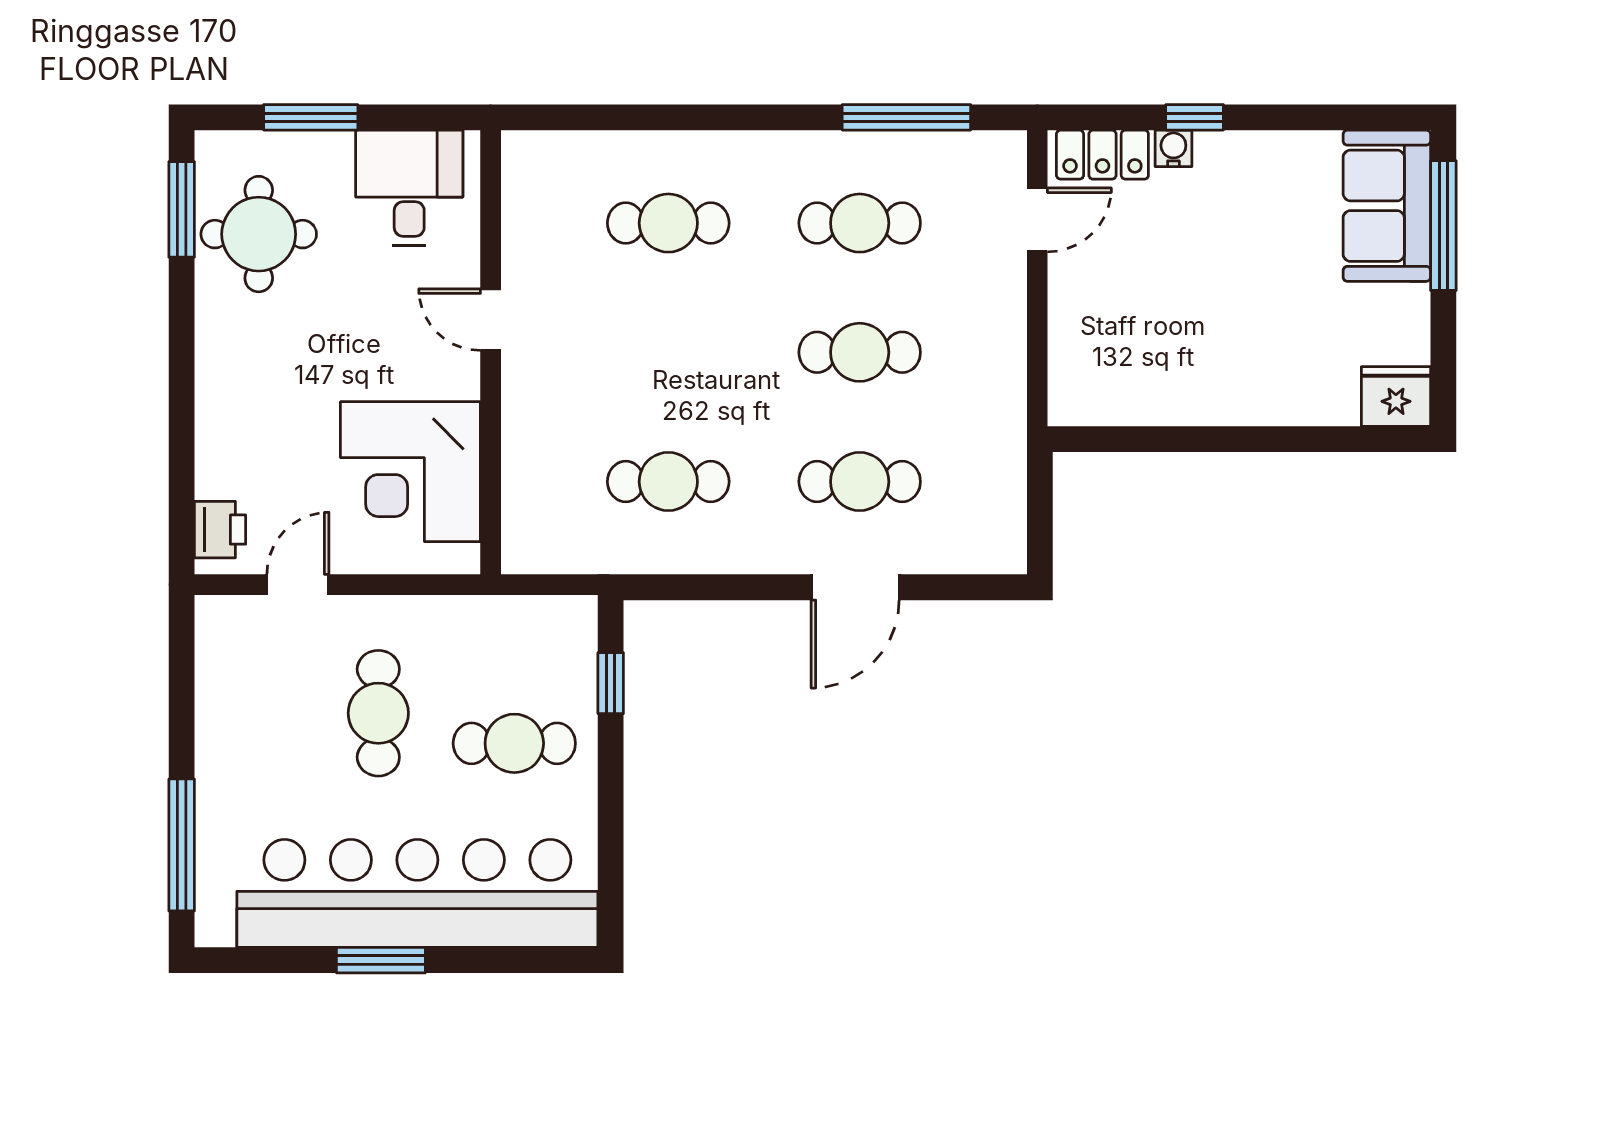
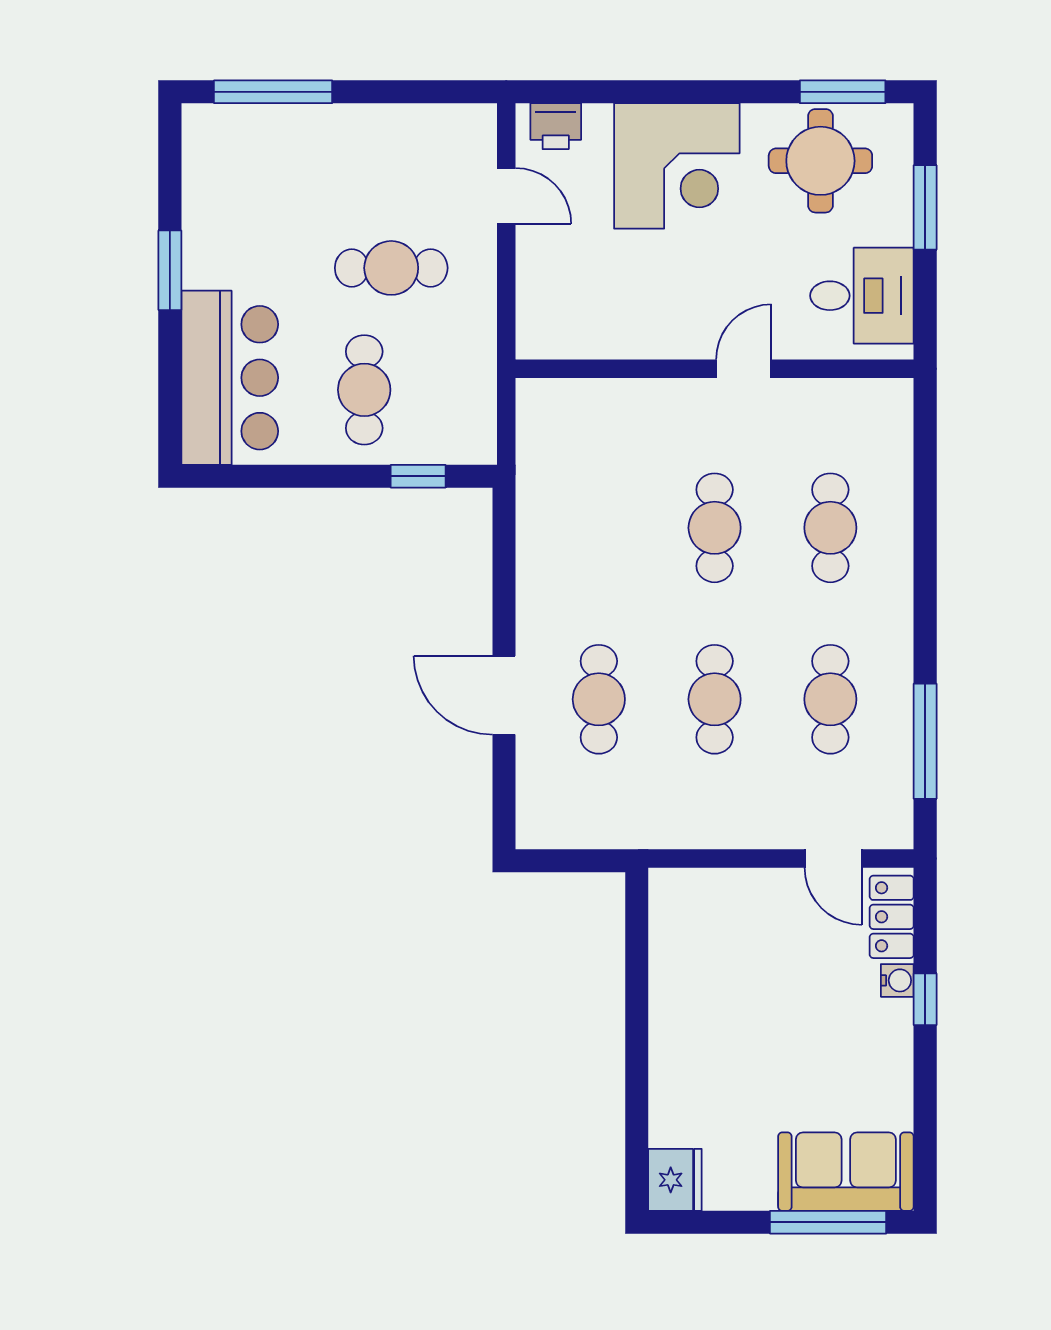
corner desk: (410, 472) -> (677, 166), moved, turned 180
cafe table: (668, 482) -> (715, 528), moved
bar counter: (417, 893) -> (230, 378), width x0.54

